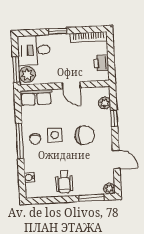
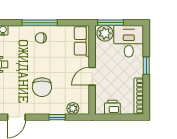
side table: (55, 135) -> (44, 57), removed

